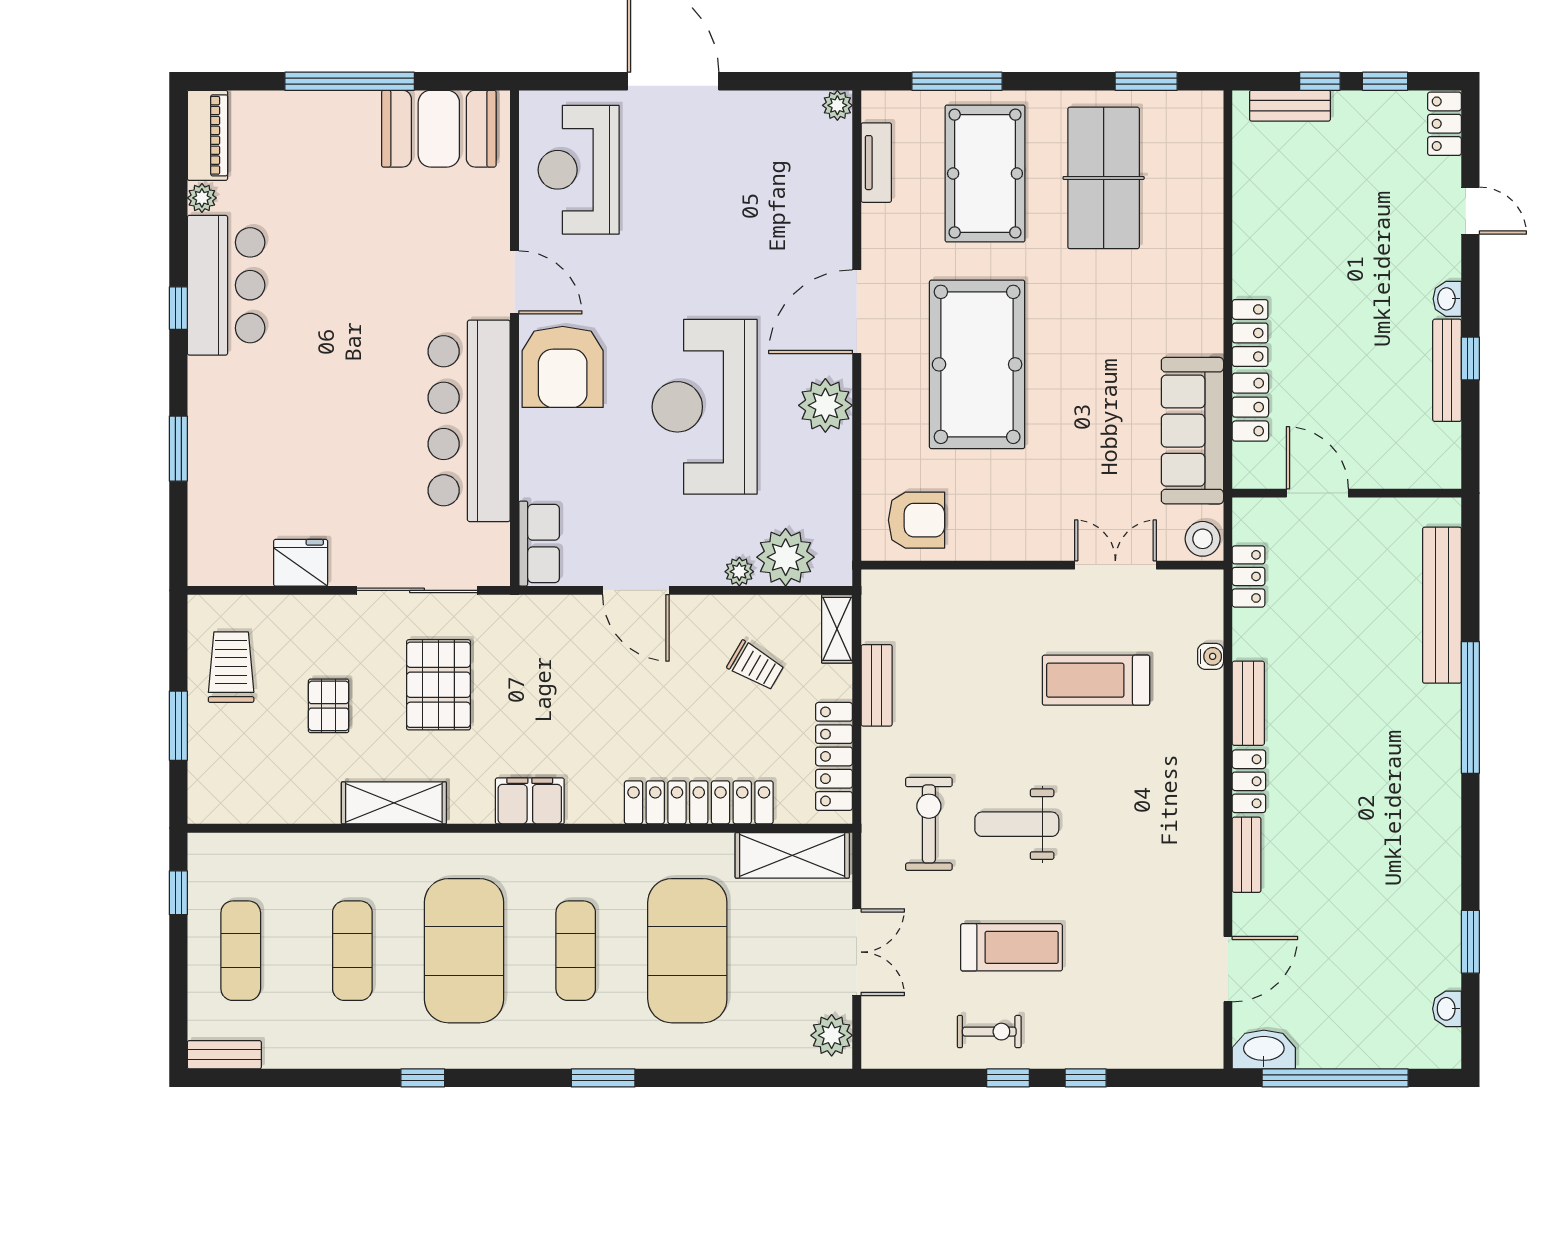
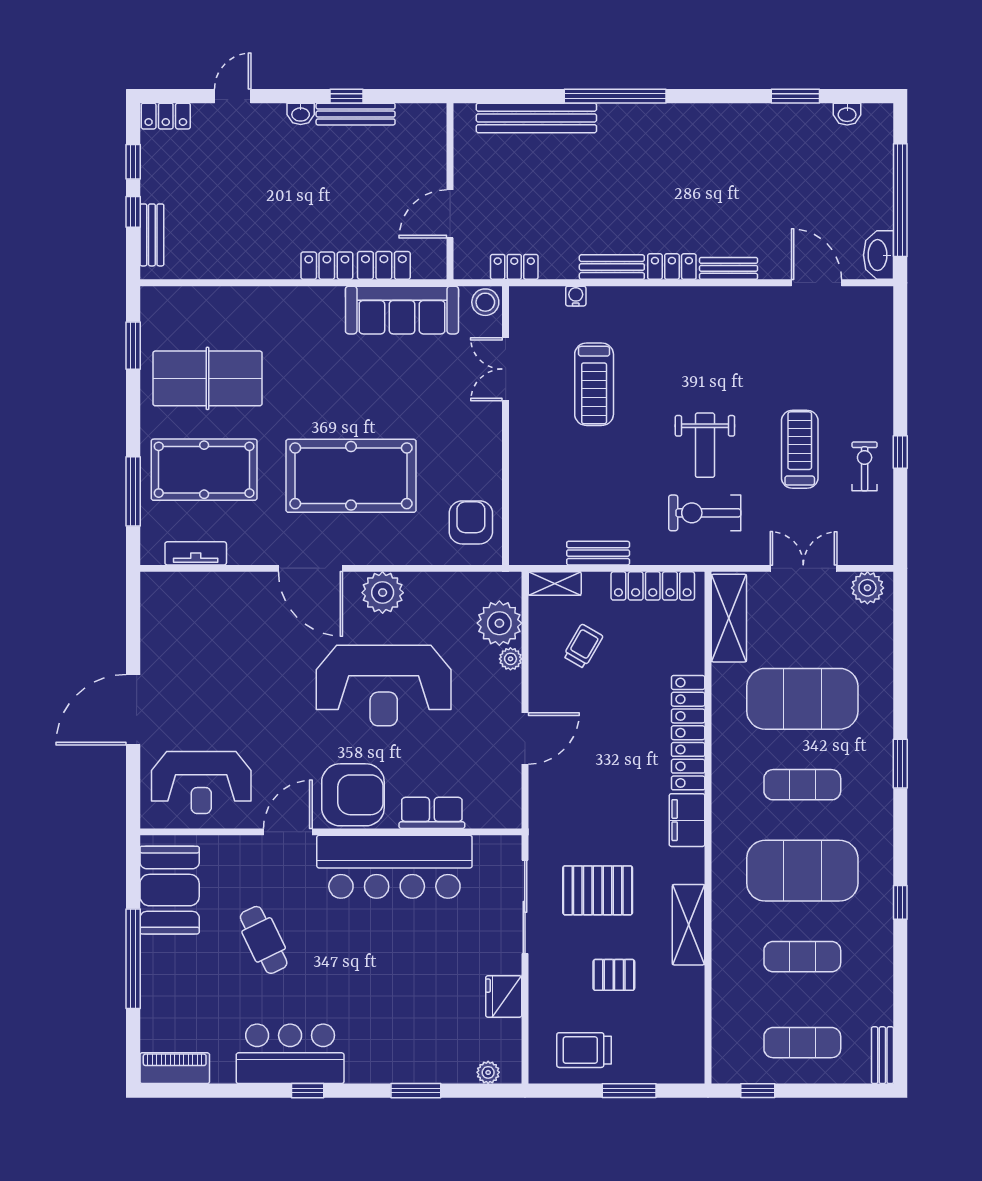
plant: (837, 105) -> (152, 583), removed
plant: (202, 198) -> (488, 1072), moved
cafe table: (374, 251) -> (264, 940), added
row of seats: (539, 544) -> (432, 813), moved
locker: (699, 802) -> (688, 733), moved
window: (1086, 1078) -> (900, 392), removed

